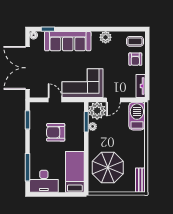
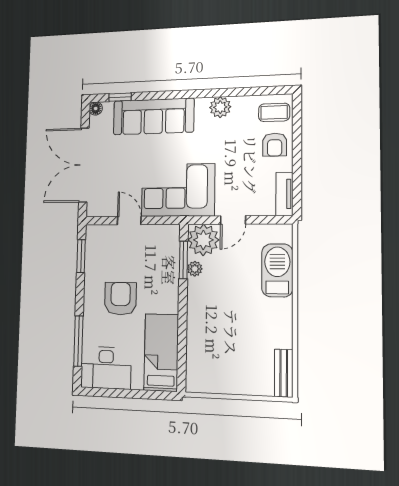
barbecue: (137, 116) -> (277, 270), moved
armchair: (56, 132) -> (121, 299), moved, turned 90
parasol: (108, 167) -> (222, 346), removed

